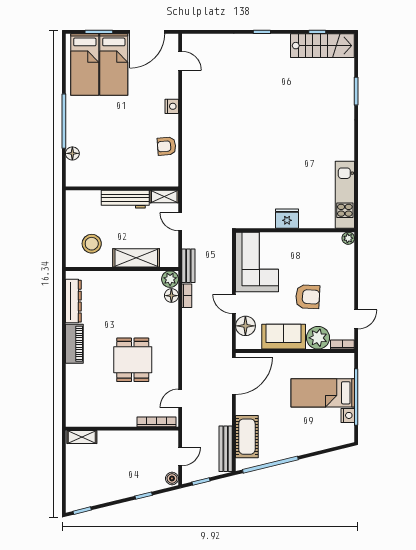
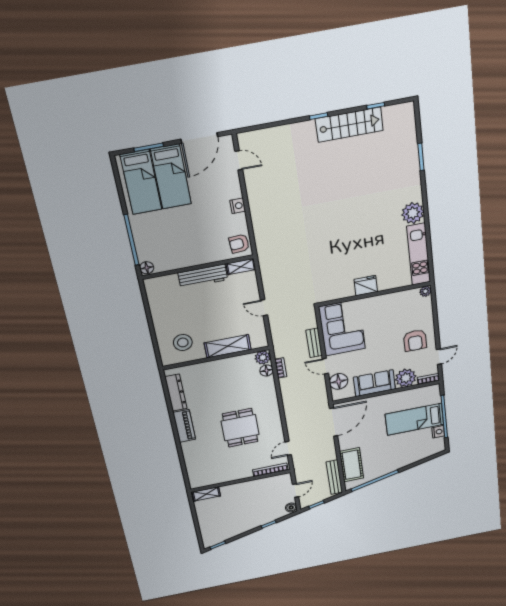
stairs: (322, 46) -> (349, 125), moved
plant: (343, 148) -> (413, 213), added
wall: (122, 188) -> (198, 267), moved
shelving: (164, 197) -> (241, 267), moved
workbench: (125, 199) -> (203, 276), moved
bench: (188, 266) -> (314, 343), moved
armchair: (308, 297) -> (415, 340), moved, turned 87

